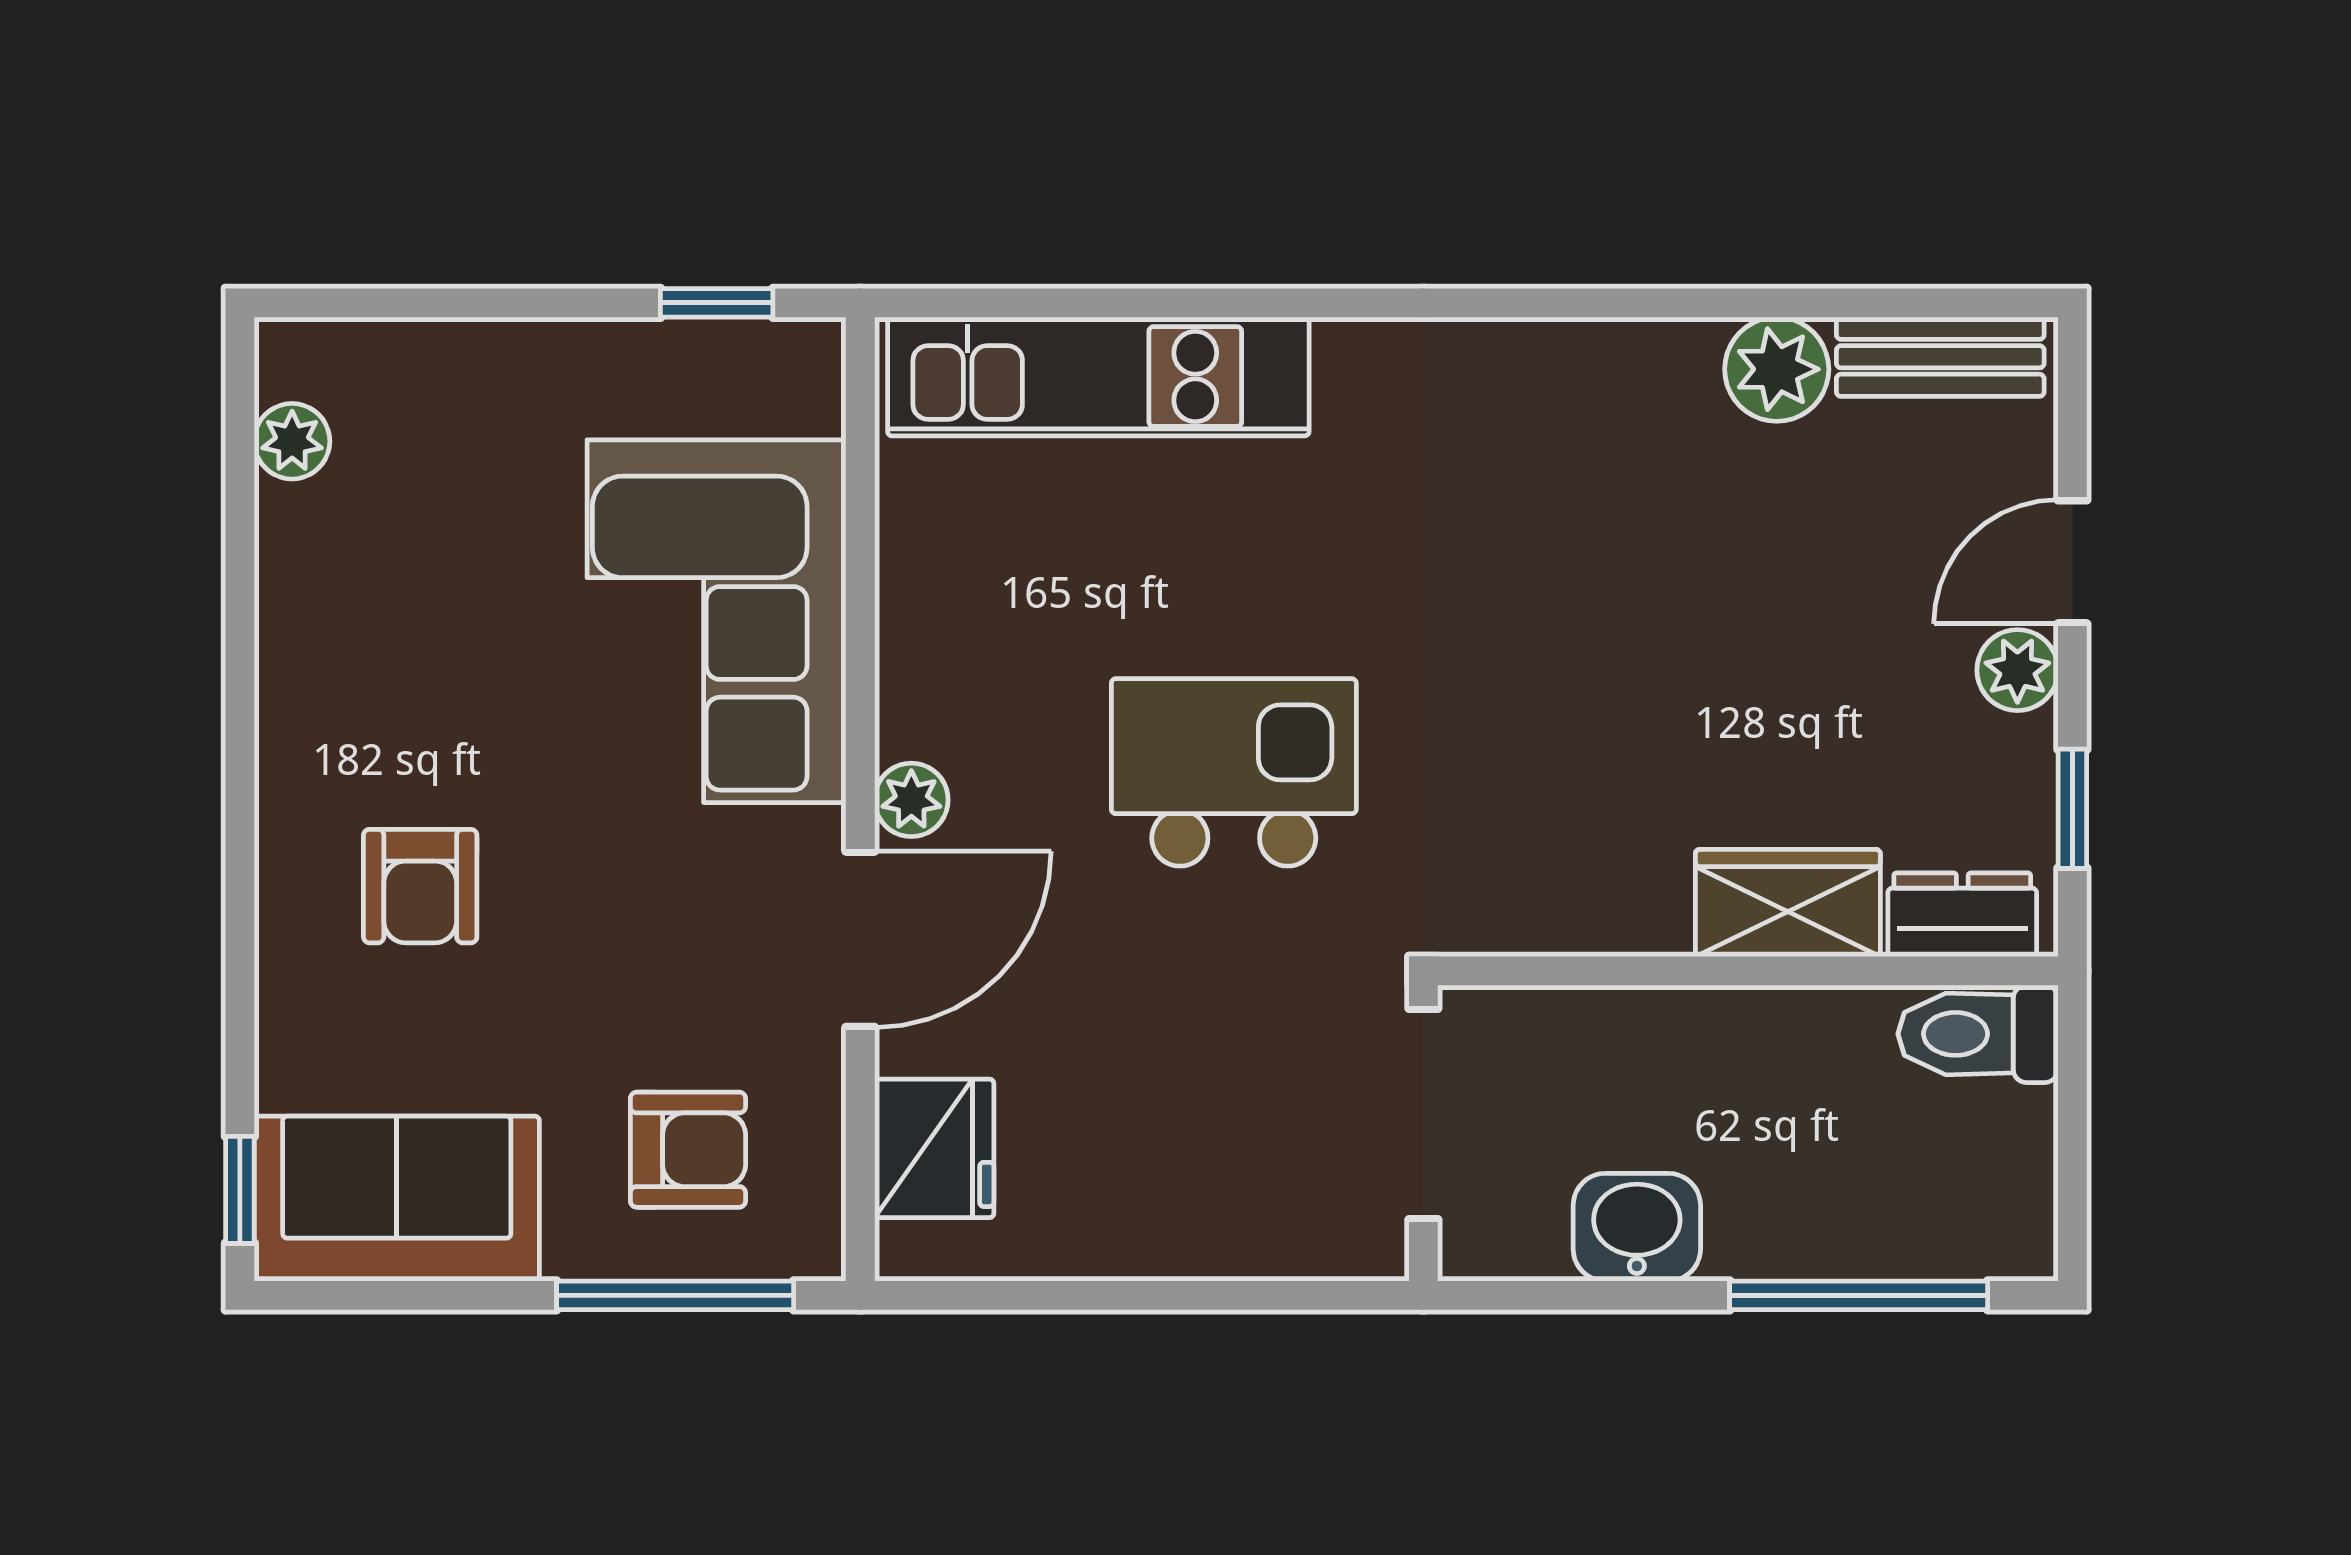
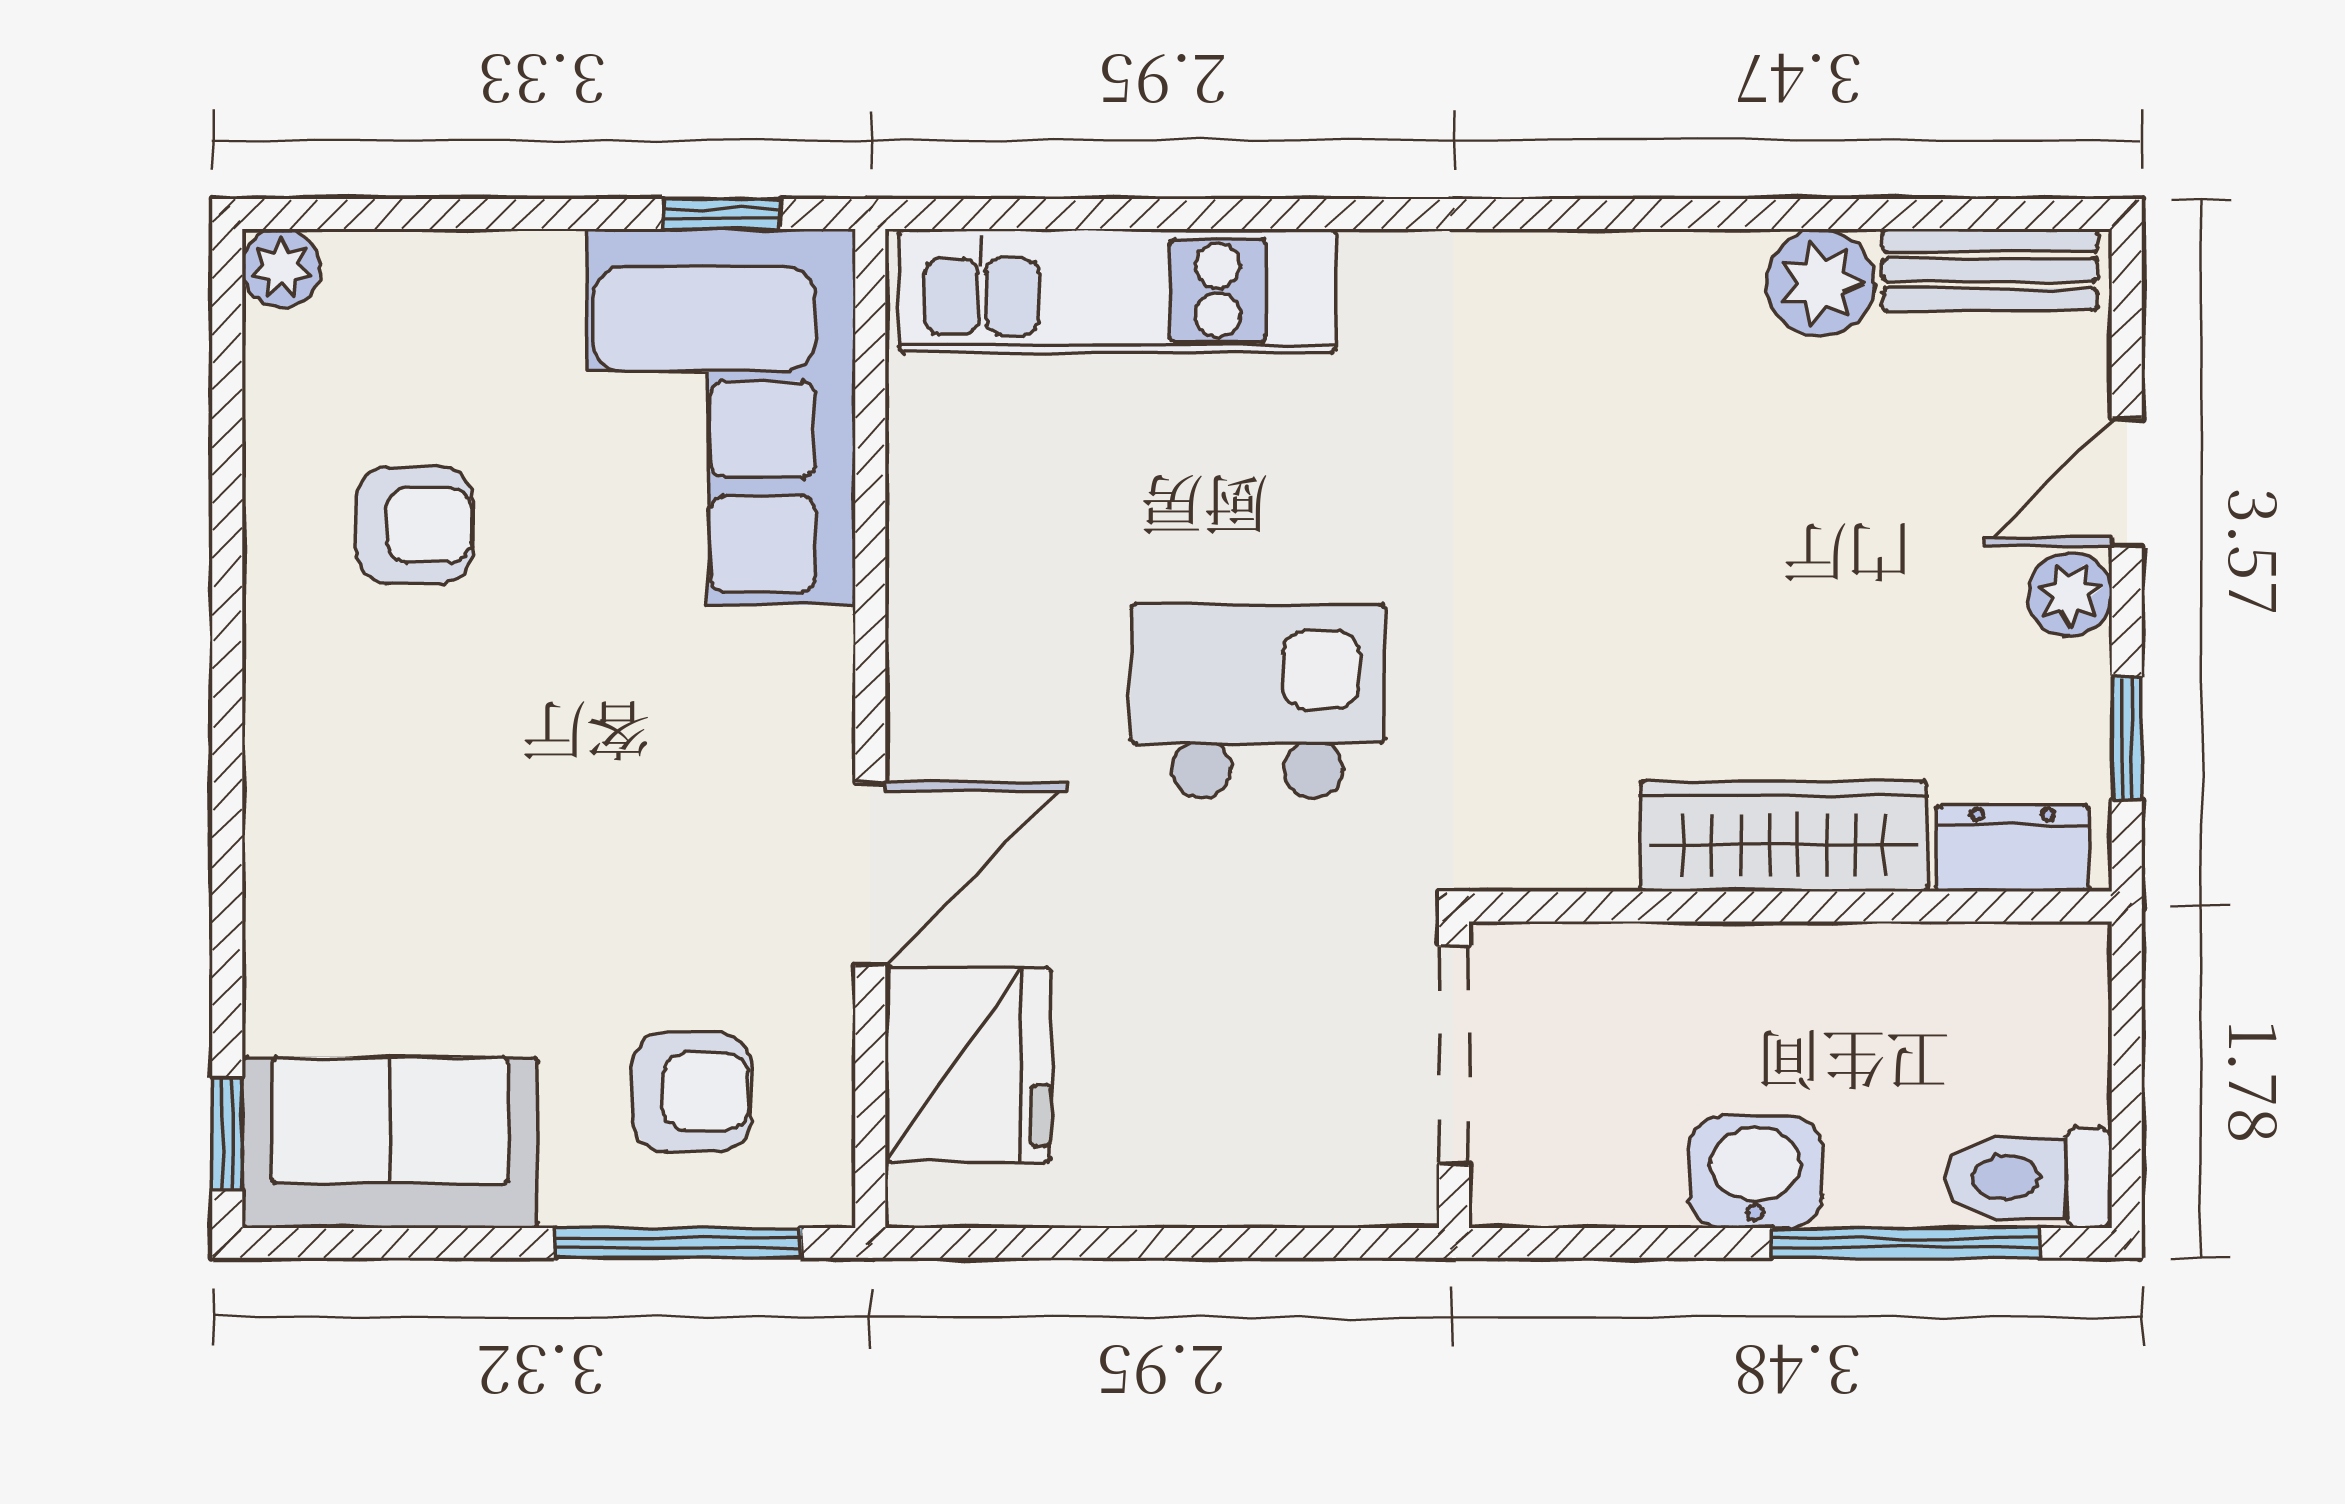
plant: (292, 441) -> (281, 268), moved
corner sofa: (717, 621) -> (721, 417), moved
plant: (911, 800) -> (923, 729), removed
armchair: (420, 886) -> (415, 525), moved, turned -90
wardrobe: (1788, 903) -> (1784, 836), width x1.50
toilet: (1978, 1034) -> (2029, 1178), moved
fridge: (934, 1148) -> (968, 1065), width x1.36, depth x1.34
washbasin: (1637, 1227) -> (1755, 1172), moved

